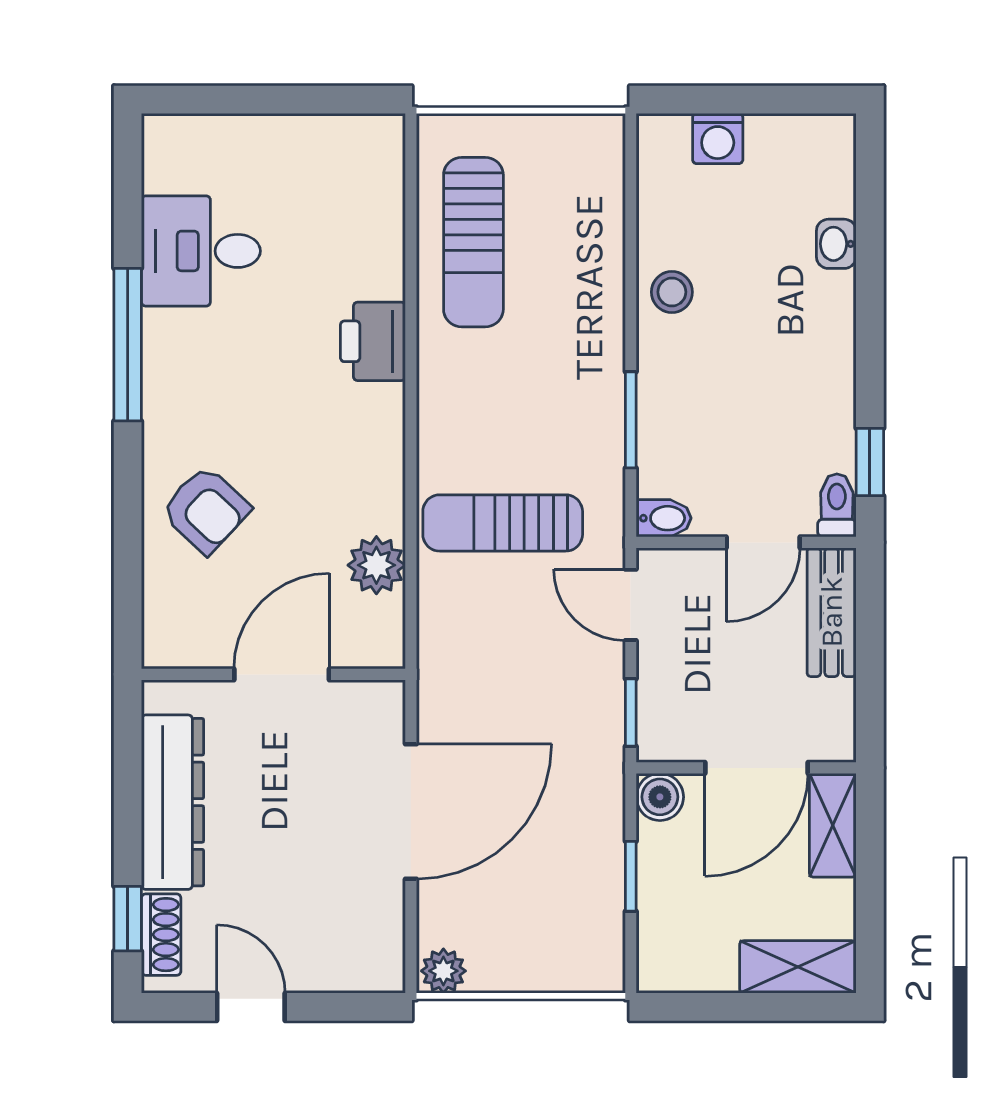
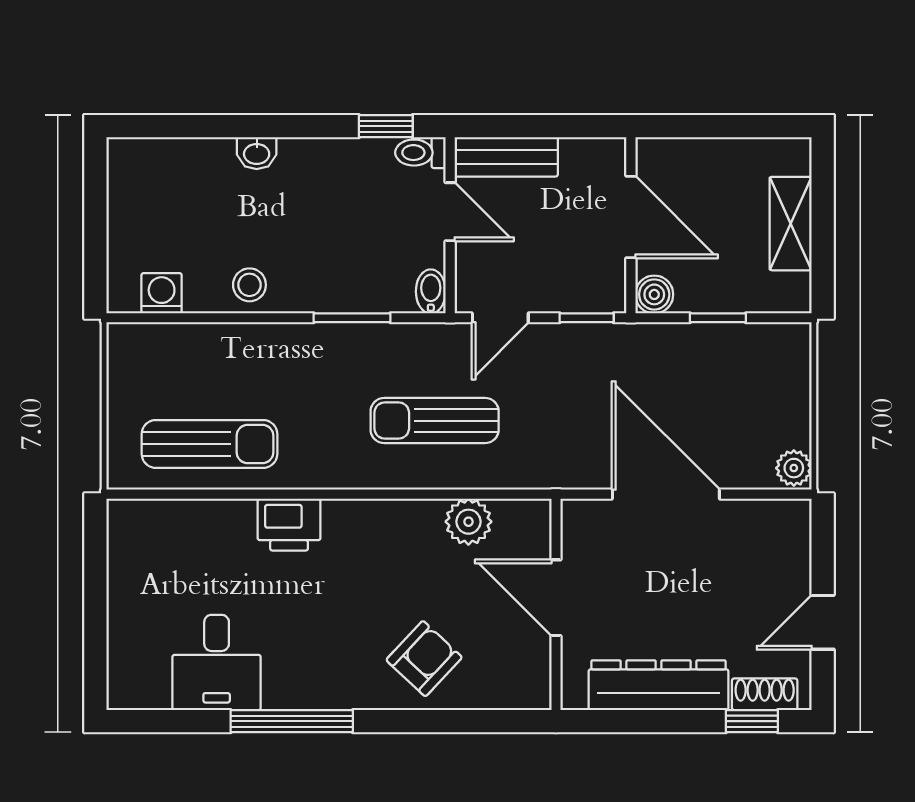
washing machine: (718, 139) -> (162, 293), moved, turned -90
washbasin: (836, 244) -> (257, 153), moved
sun lounger: (503, 523) -> (435, 421), turned 90
shelving: (833, 825) -> (677, 156), removed
shelving: (798, 967) -> (791, 224), moved

